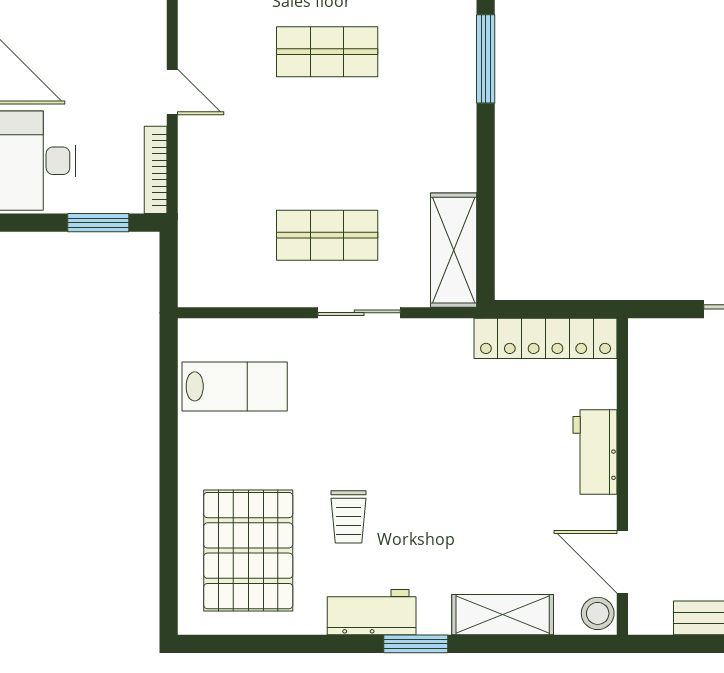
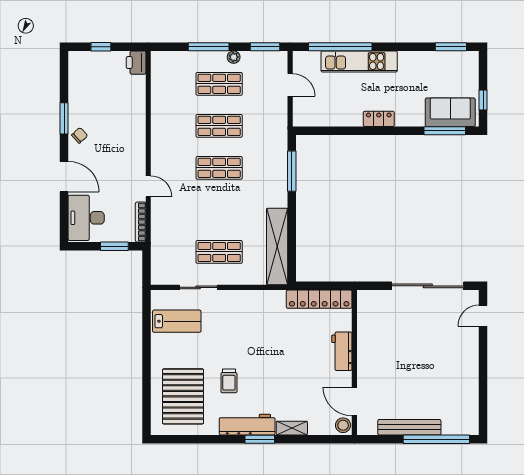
shelving: (454, 250) -> (277, 247), width x1.47
sliding door: (359, 313) -> (198, 287), moved
workbench: (372, 612) -> (247, 425), width x1.38
shelving: (503, 615) -> (292, 428), width x0.67, depth x0.75

